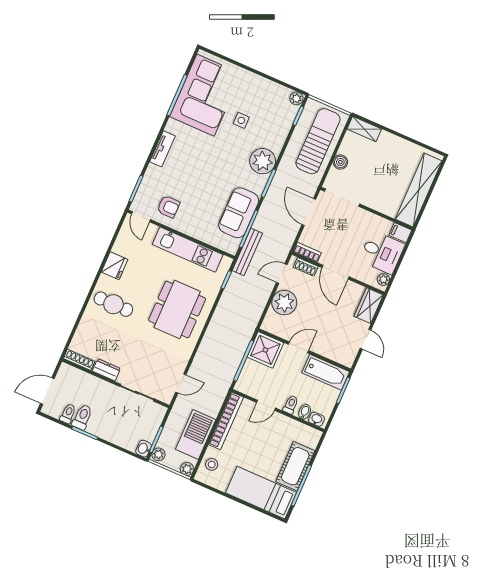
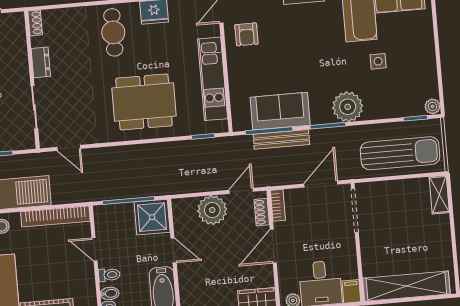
boiler: (340, 162) -> (391, 189), removed
bench: (247, 252) -> (281, 139), moved
door: (282, 274) -> (241, 191), hinge flipped
shoe rack: (79, 360) -> (35, 23), width x0.70

